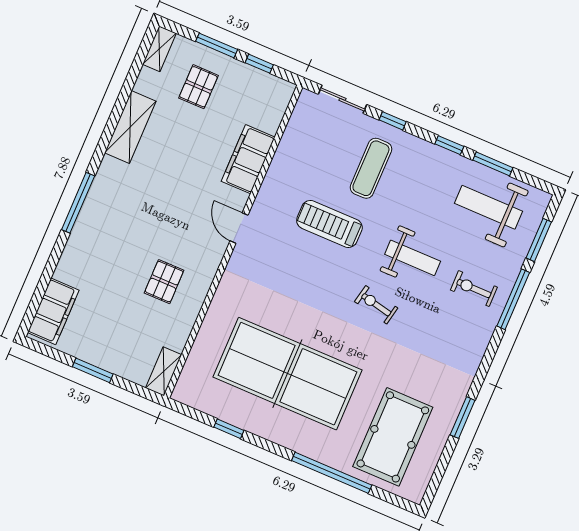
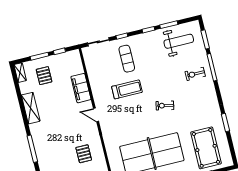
weight bench: (488, 207) -> (179, 41), turned 180
treadmill: (329, 224) -> (127, 89), turned 180
weight bench: (413, 258) -> (165, 79), removed

